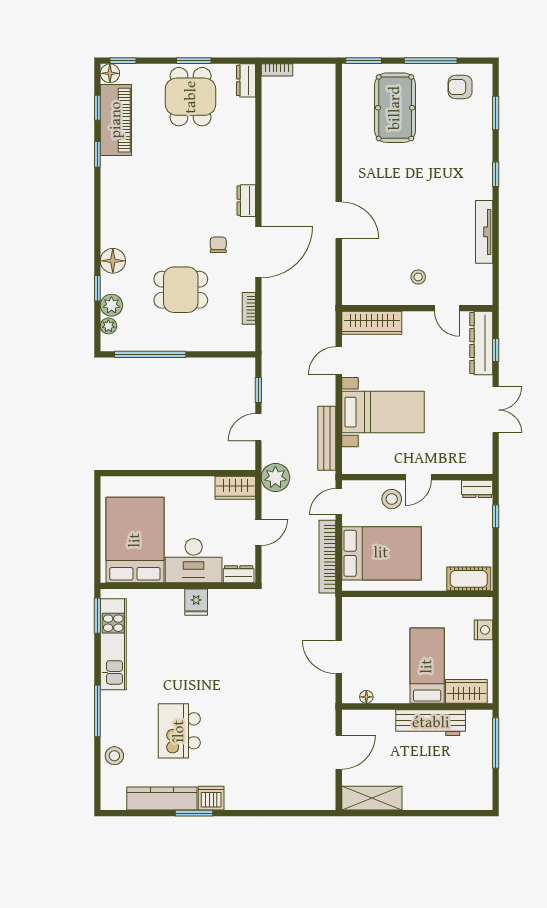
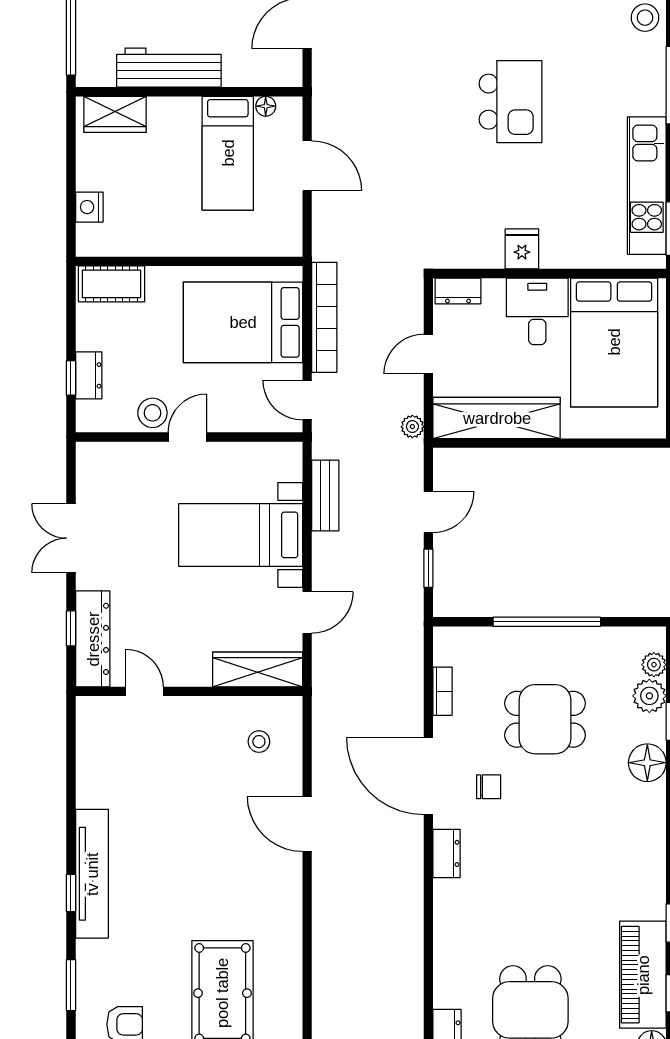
tv unit: (484, 232) -> (92, 874), moved, width x1.36, depth x1.29
chair: (218, 245) -> (489, 787), turned -90
door: (258, 252) -> (428, 776), hinge flipped
stool: (418, 277) -> (259, 742), moved
window: (150, 354) -> (547, 622), moved
bench: (327, 438) -> (325, 496), width x0.73
plant: (275, 477) -> (412, 427), width x0.53, depth x0.53
wardrobe: (235, 488) -> (497, 418), width x2.10, depth x1.17
dresser: (477, 489) -> (89, 375), moved, turned 90
stool: (392, 499) -> (152, 413), moved
door: (339, 502) -> (307, 400), swing flipped
desk: (194, 561) -> (537, 311), width x0.73
bed: (427, 666) -> (228, 153), moved
kitchen island: (179, 731) -> (511, 102), moved

